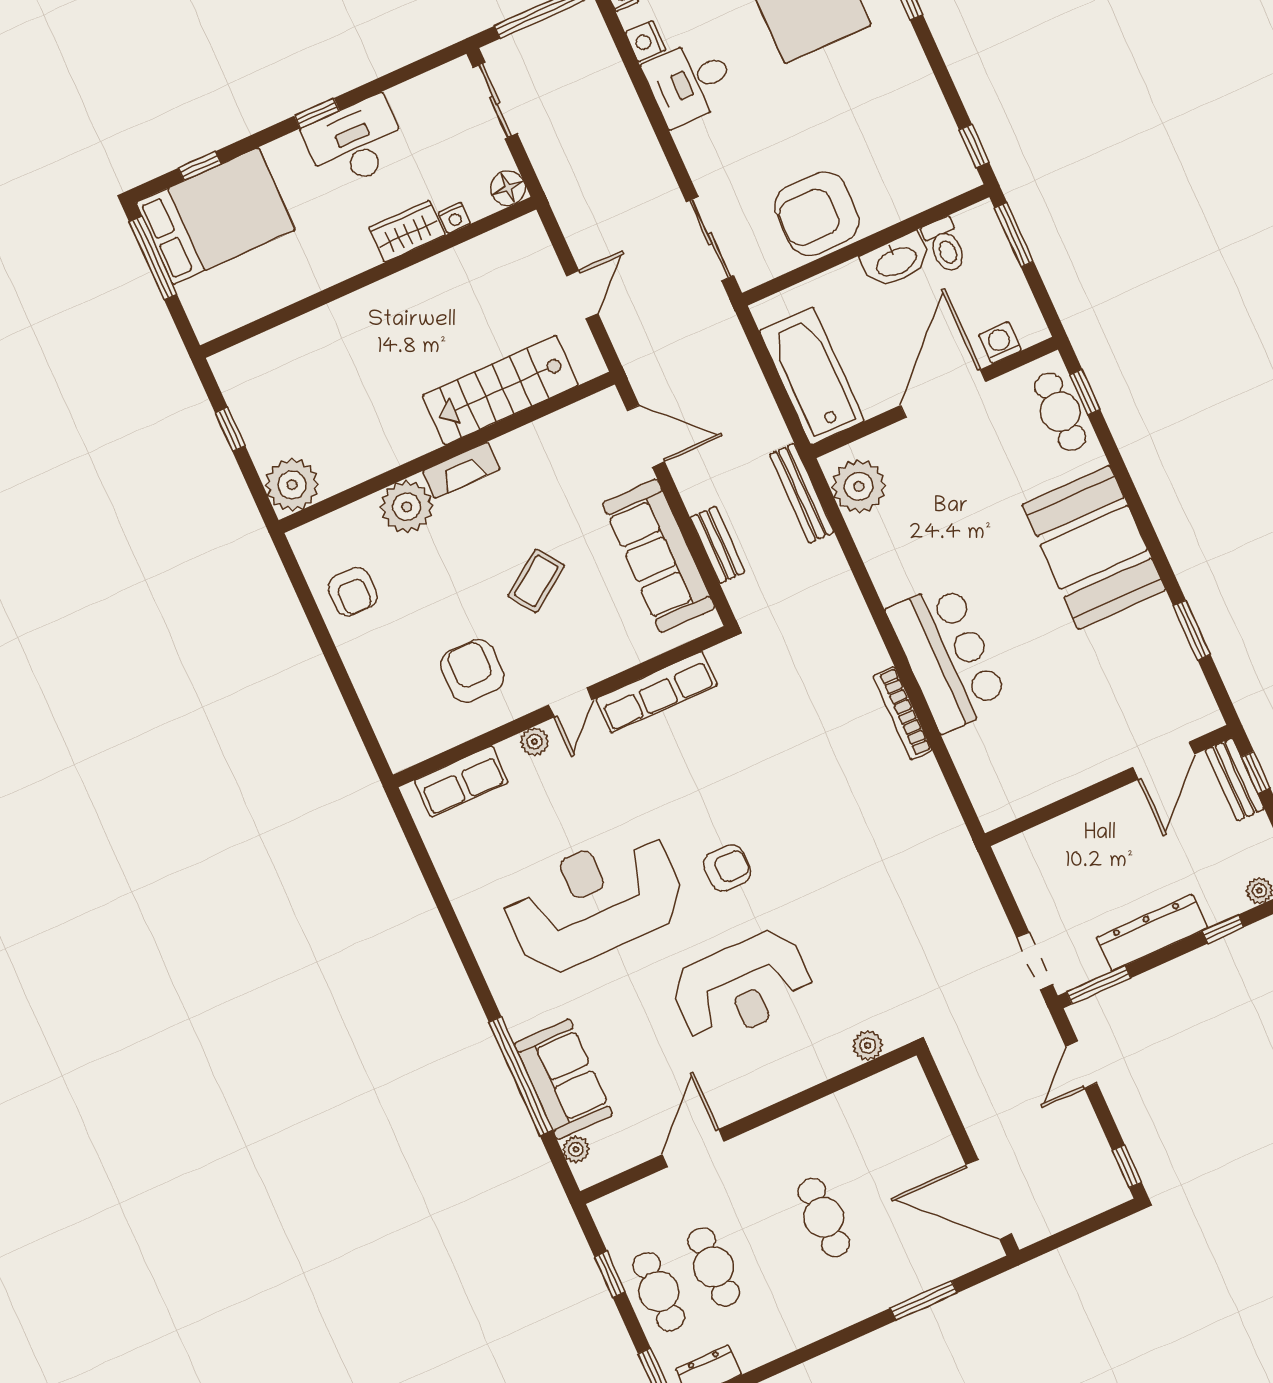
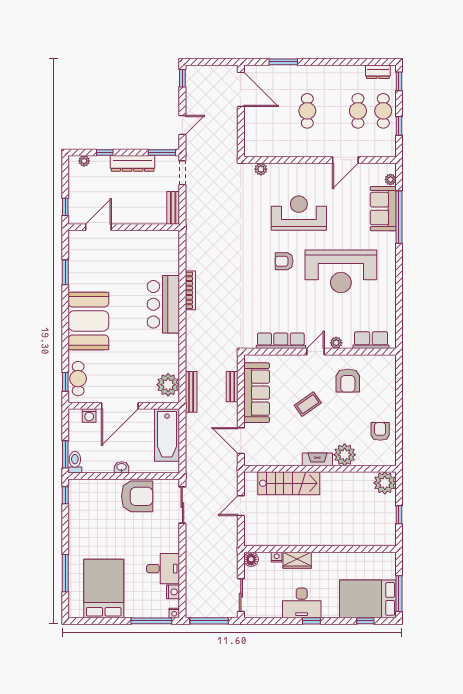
toilet: (945, 245) -> (75, 462), moved
washbasin: (896, 261) -> (122, 467), width x0.52, depth x0.69
bench: (1235, 779) -> (173, 208), moved

